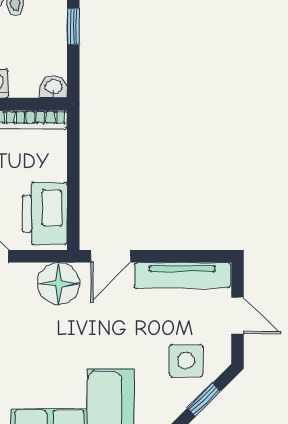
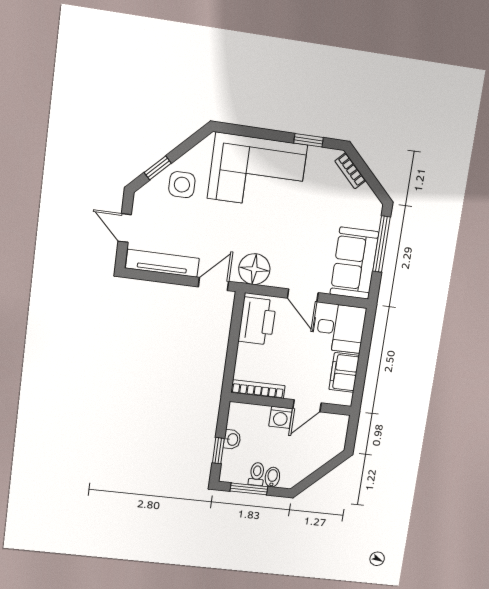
washbasin: (54, 87) -> (232, 439), moved, turned -90
side table: (186, 360) -> (182, 185), moved

